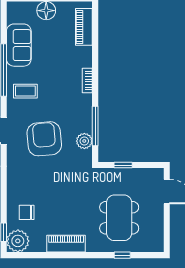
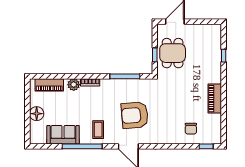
plant: (84, 141) -> (74, 85), moved
dining table: (119, 218) -> (173, 53), moved, width x0.73
plant: (18, 241) -> (213, 135), removed

